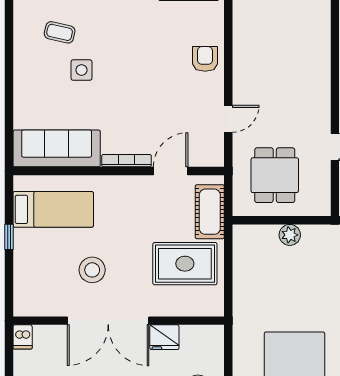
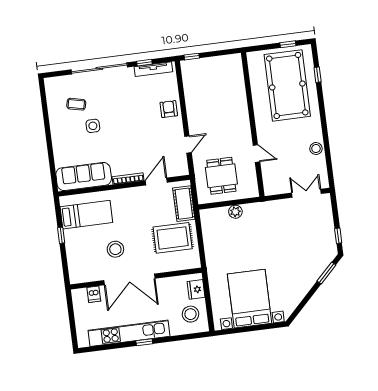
dishwasher: (23, 337) -> (94, 294), moved
fridge: (164, 337) -> (196, 289), moved, turned 90

